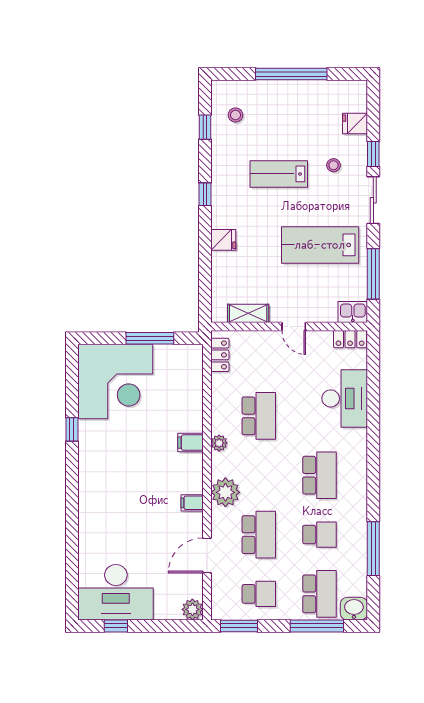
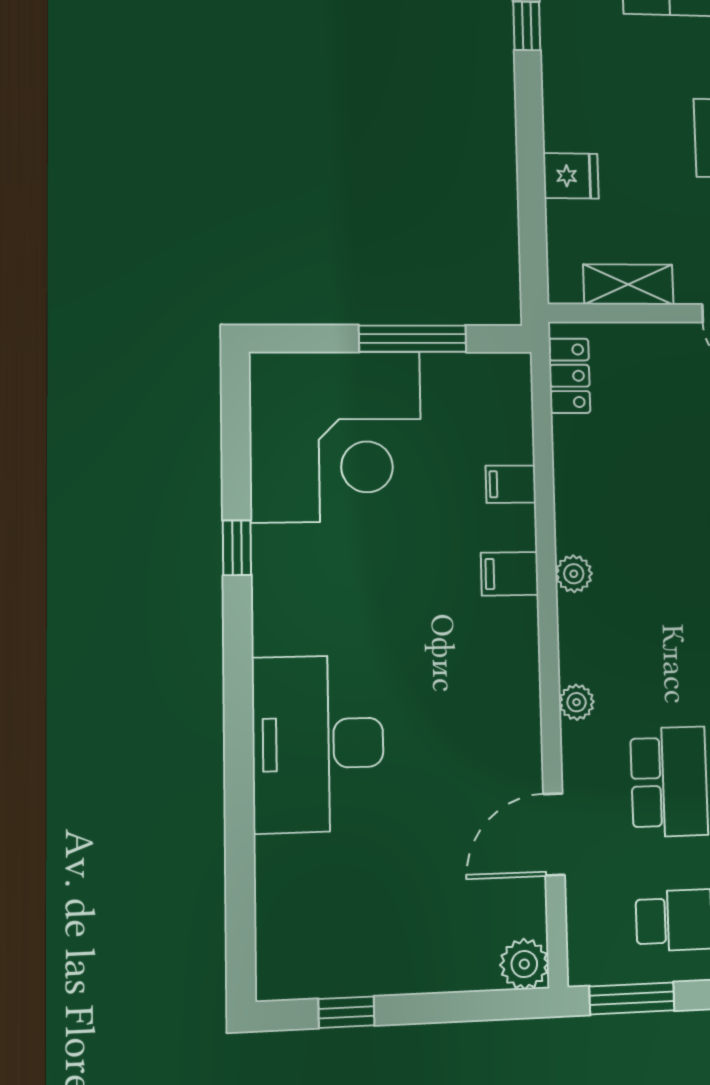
fridge: (223, 240) -> (571, 176), moved
school desk: (259, 416) -> (660, 511), removed
plant: (225, 492) -> (577, 702), width x0.53, depth x0.53
filing cabinet: (192, 503) -> (511, 484), moved
desk: (116, 592) -> (318, 744), moved, turned 90

